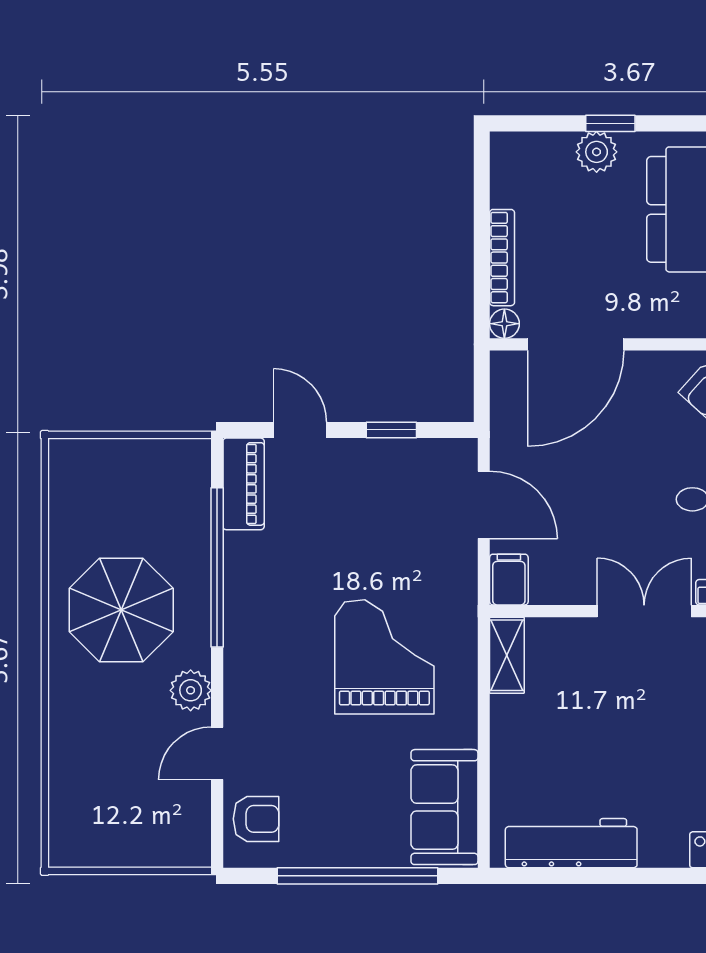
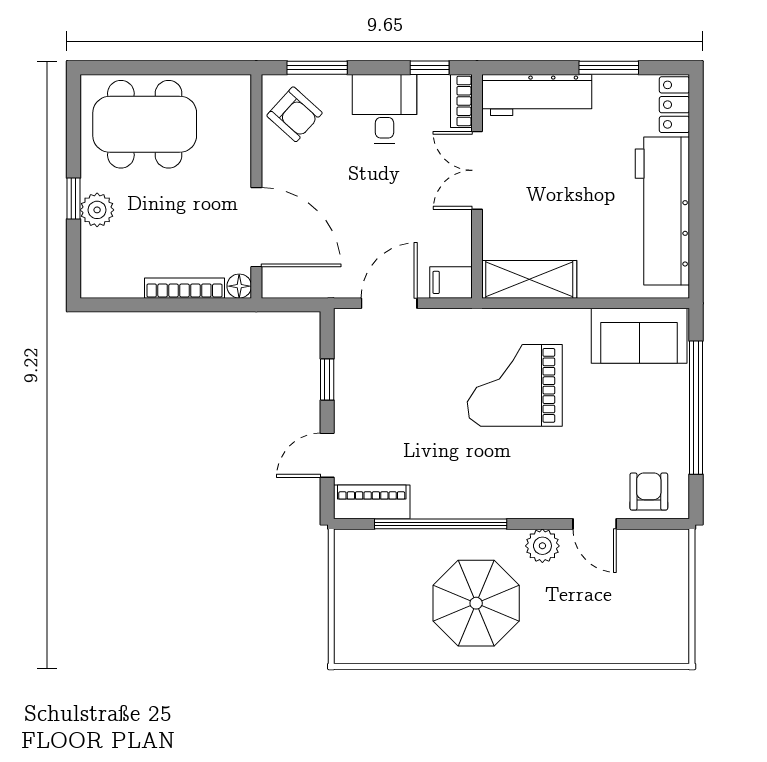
shelving: (507, 655) -> (529, 279), width x1.50, depth x1.33
workbench: (571, 843) -> (662, 211), width x1.36, depth x1.32

